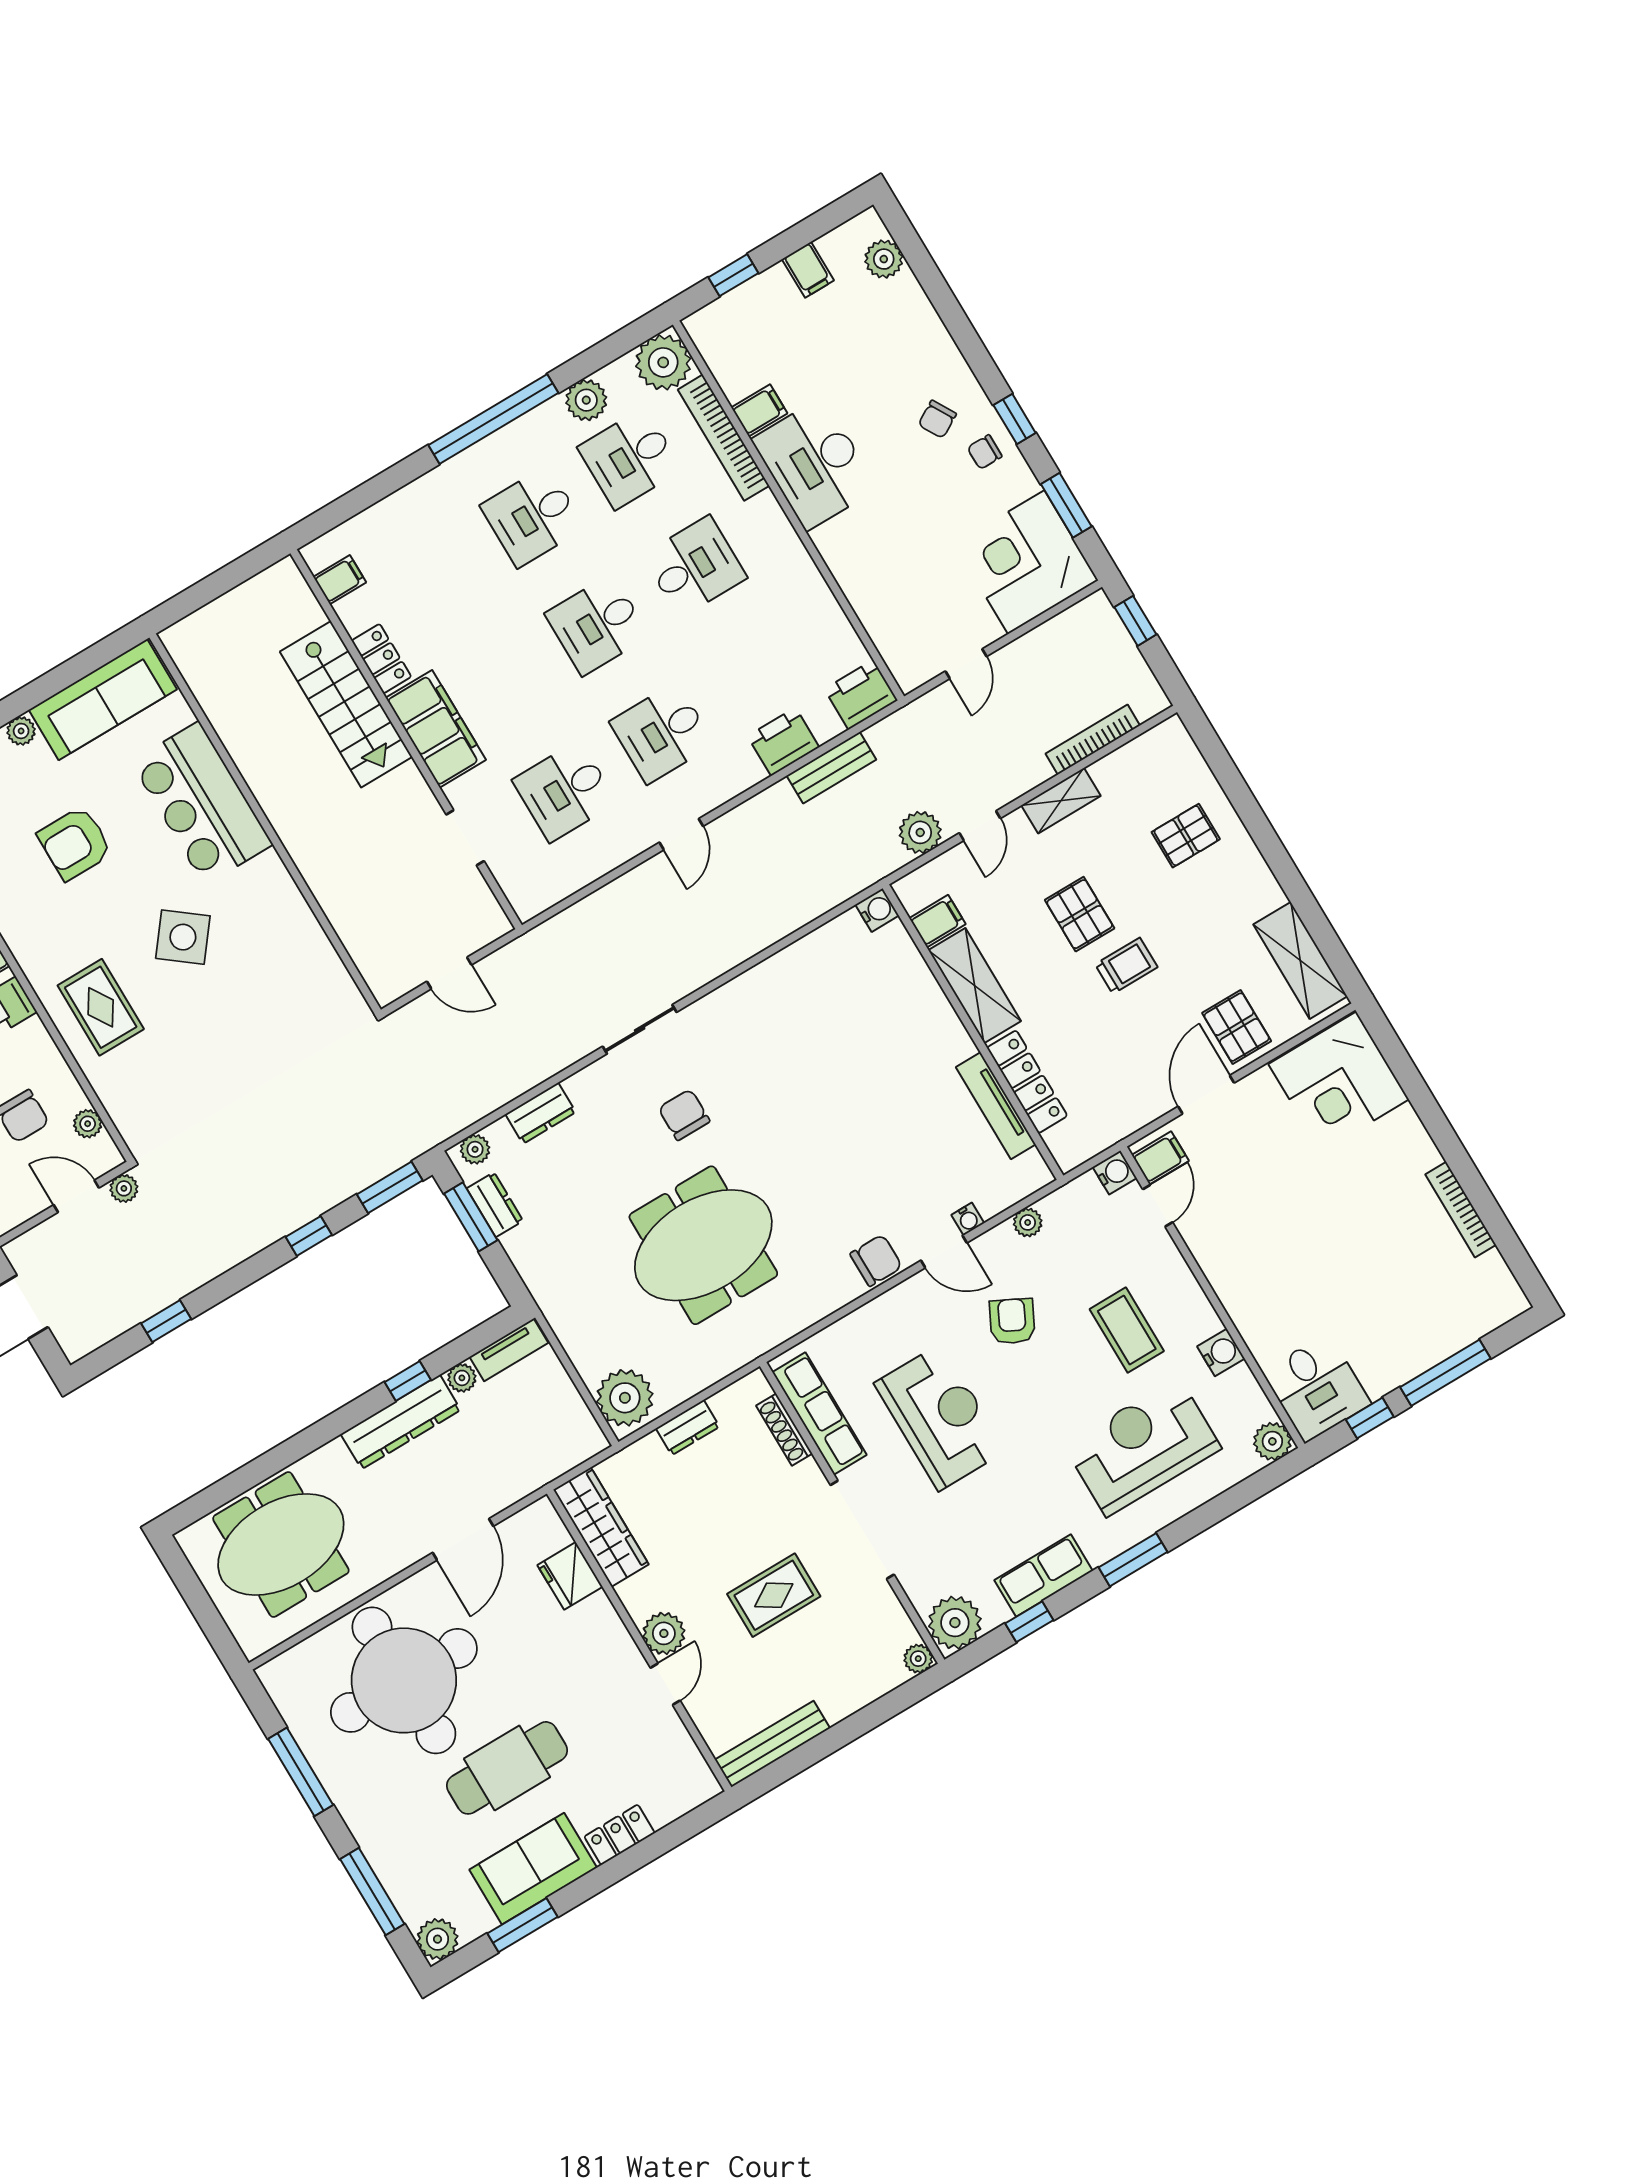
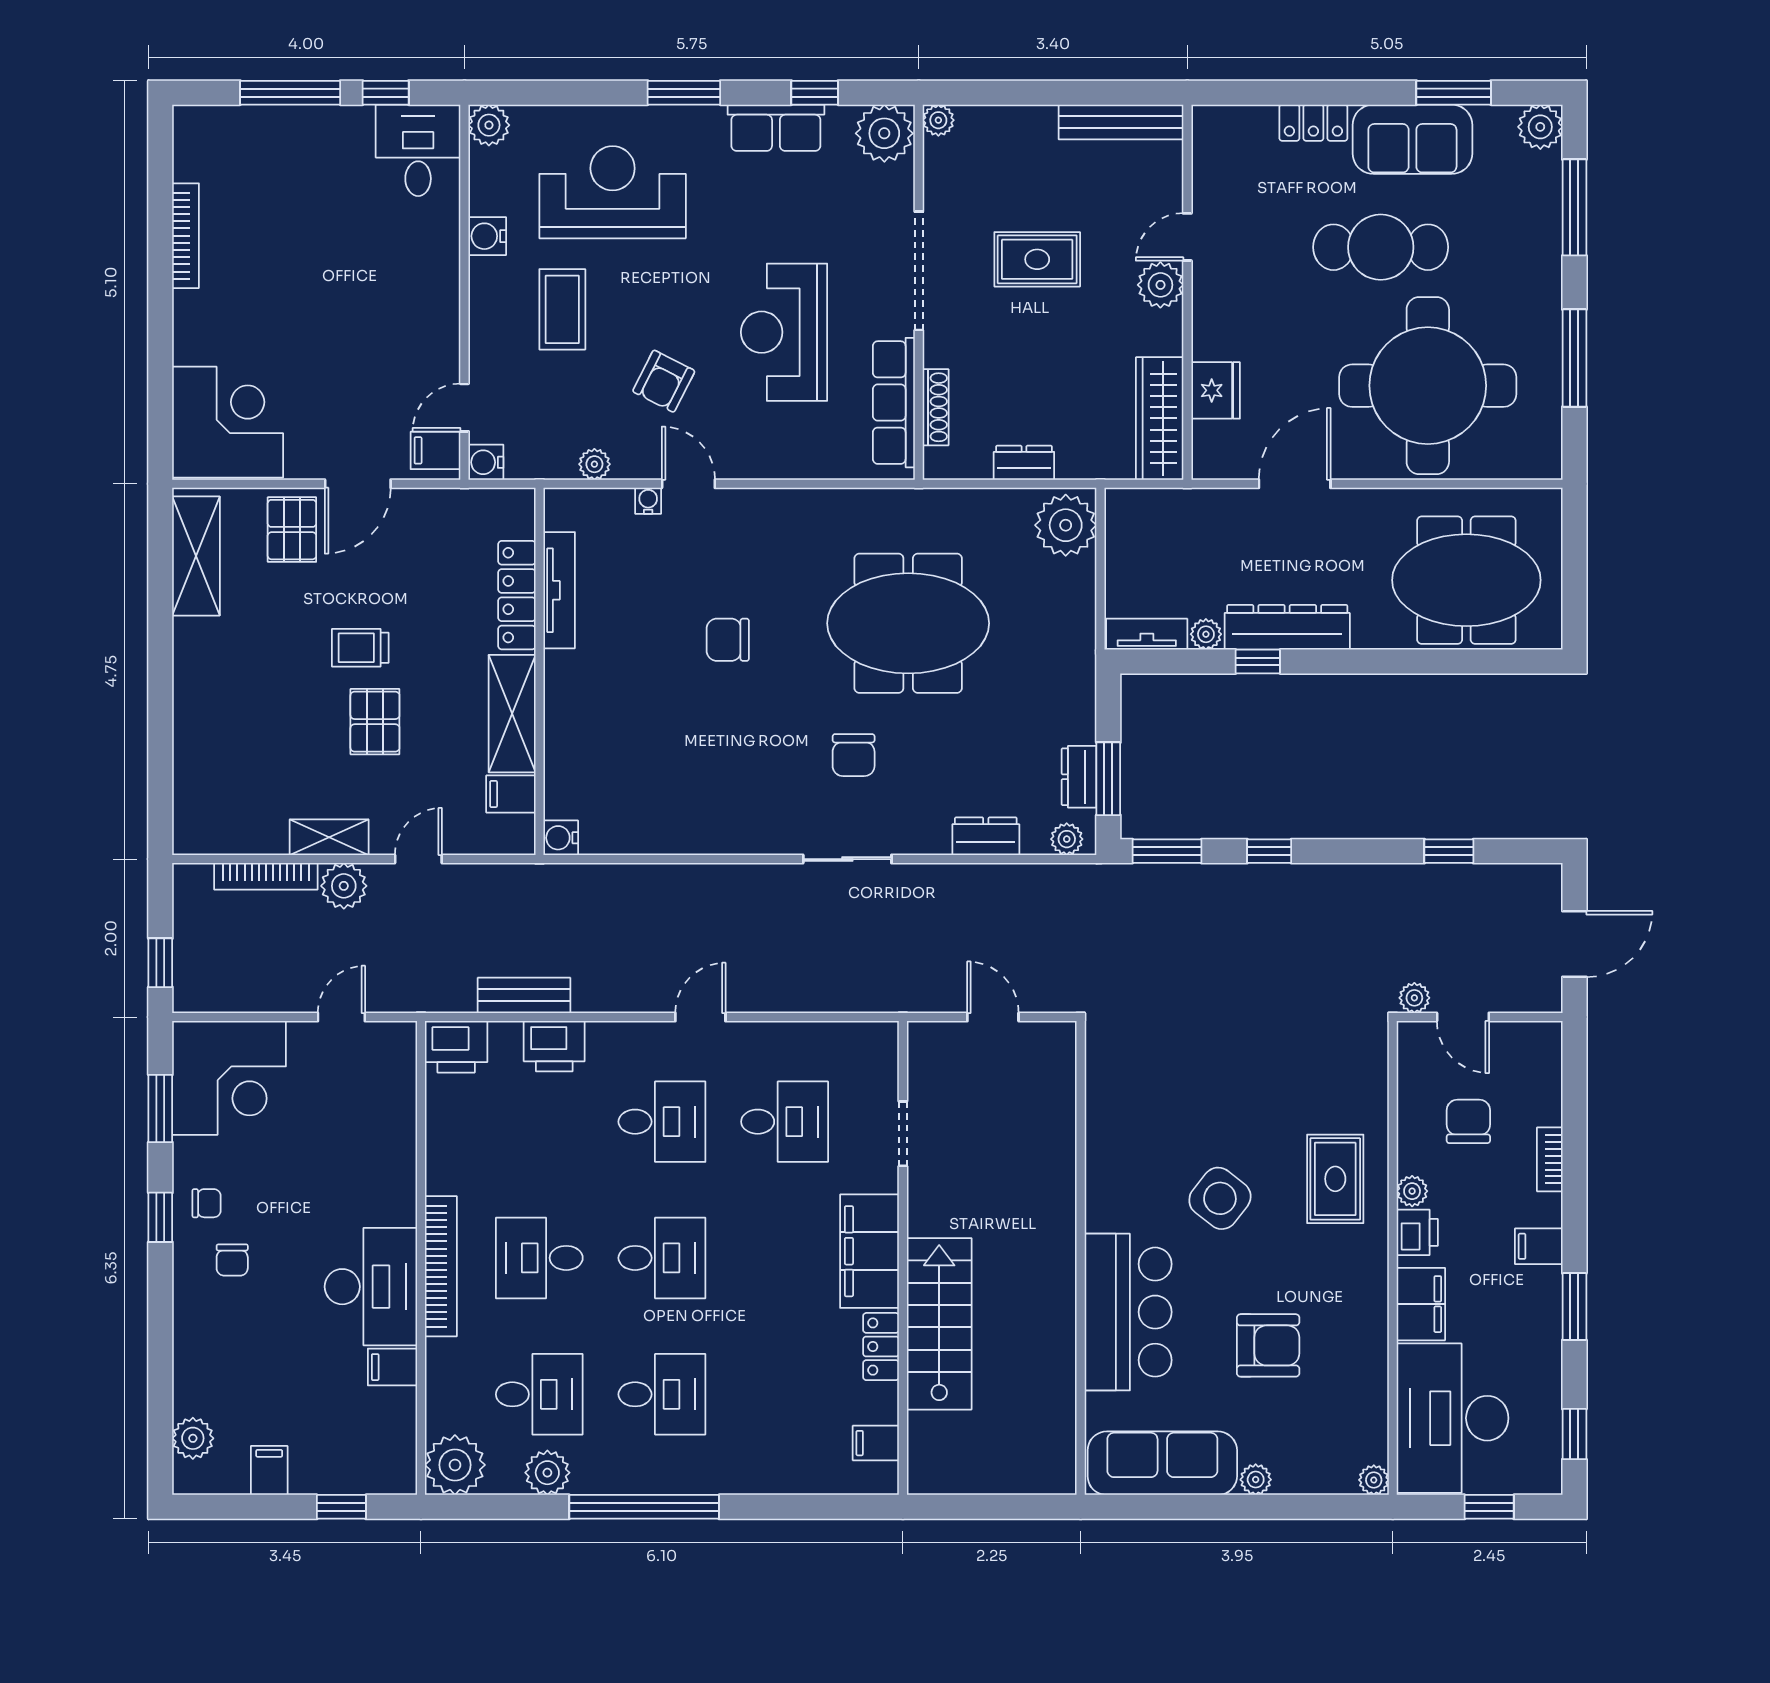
chair: (937, 419) -> (232, 1260), turned 120
bookcase: (723, 438) -> (441, 1266), moved
plant: (920, 832) -> (344, 886), moved
pallet: (1186, 836) -> (233, 735), removed
plant: (88, 1124) -> (1412, 1191), moved
chair: (876, 1260) -> (728, 640), moved
reception desk: (1142, 1447) -> (613, 192), turned 180

